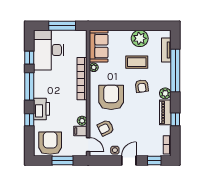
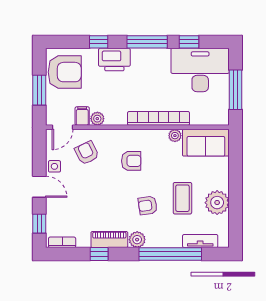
armchair: (111, 97) -> (131, 161), width x0.53, depth x0.53

